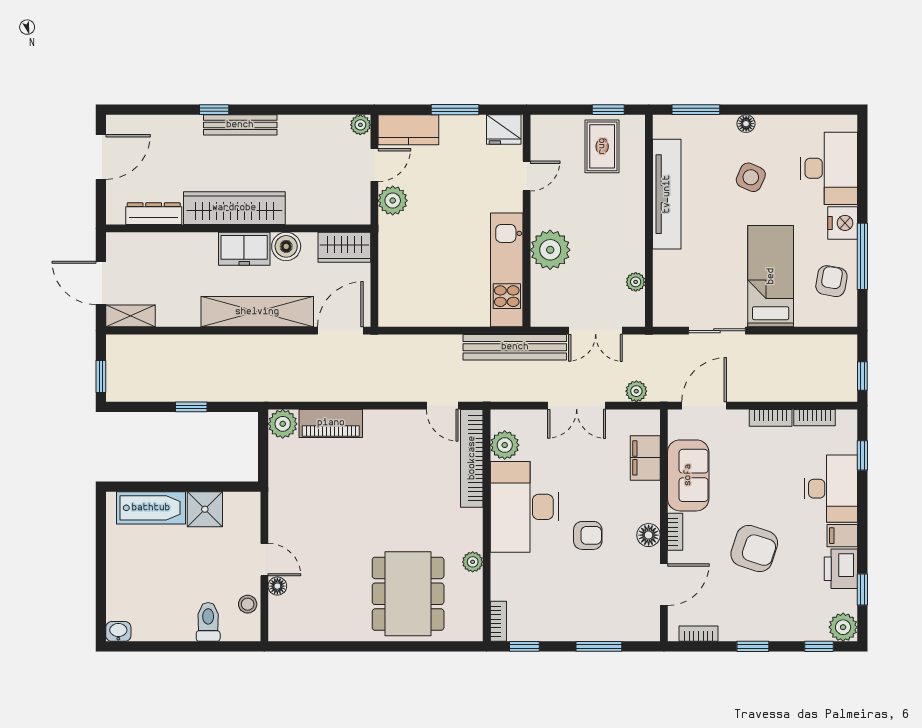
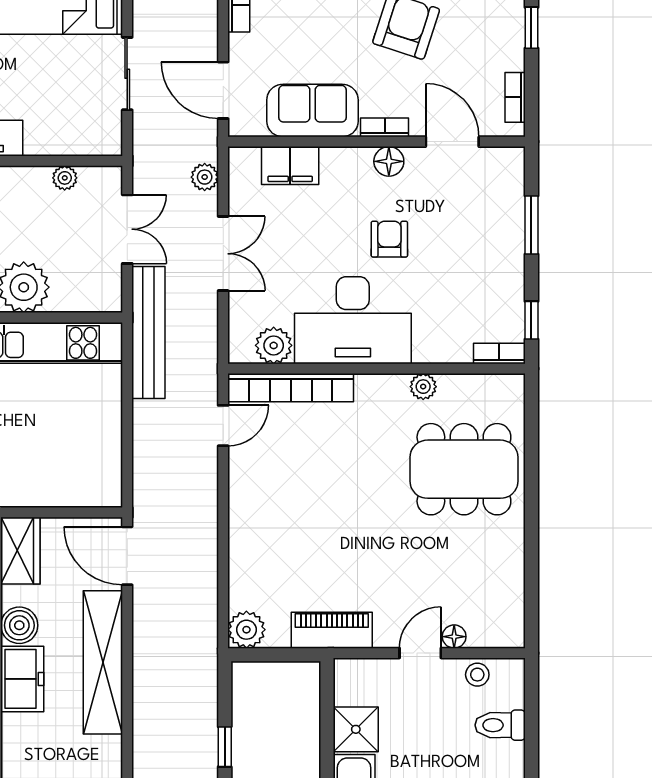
piano: (331, 423) -> (332, 630), moved, turned -90

